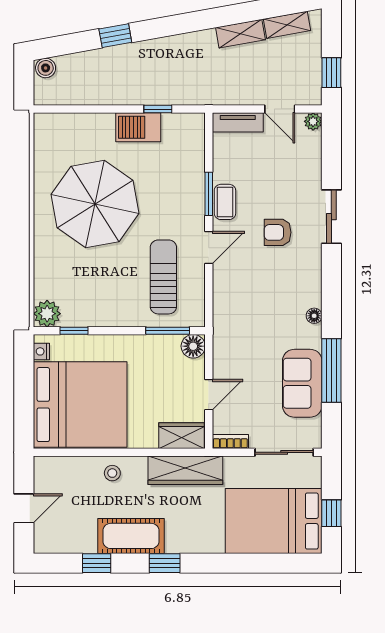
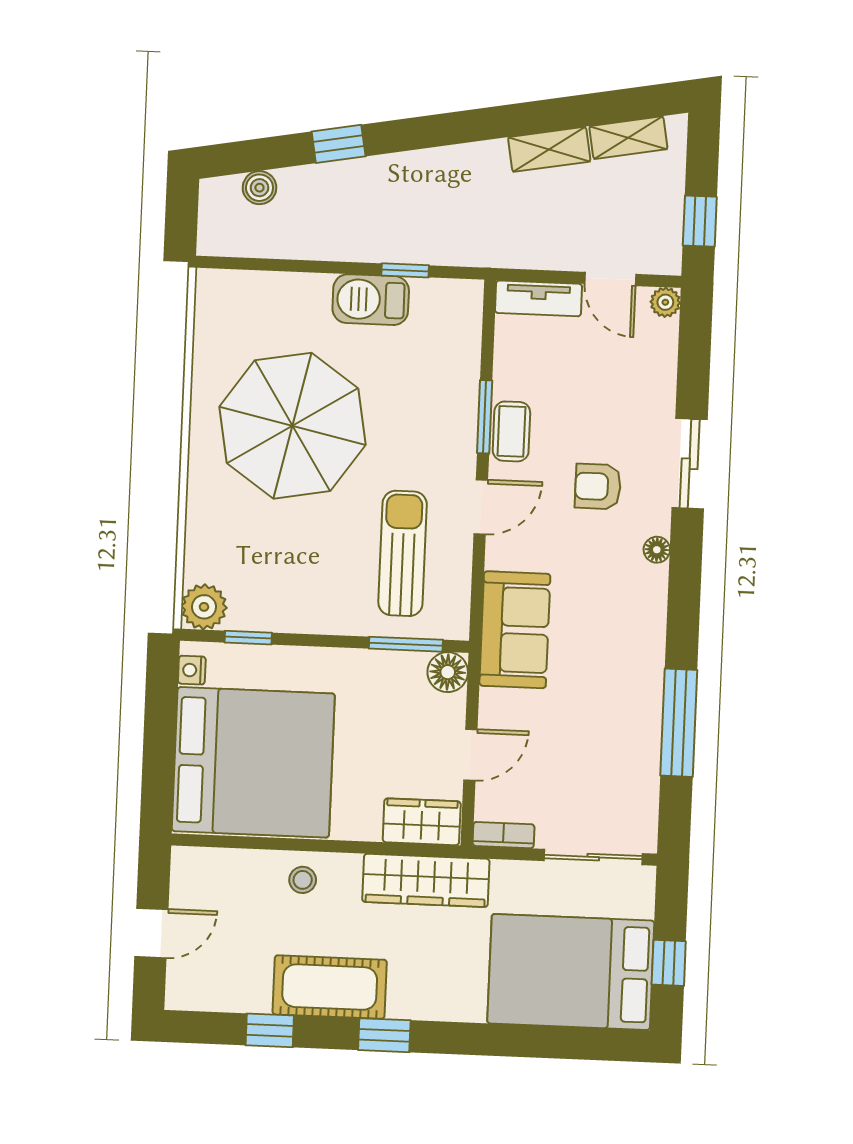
boiler: (46, 68) -> (259, 188), moved
floor lamp: (314, 316) -> (657, 550), moved
sofa: (302, 383) -> (515, 630), moved, turned 180

